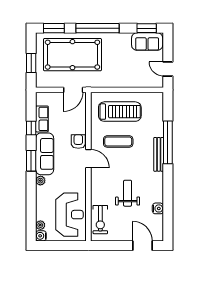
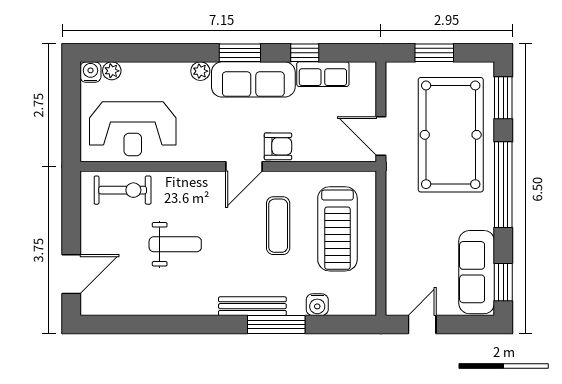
sofa: (147, 42) -> (477, 272), width x1.36
window: (168, 142) -> (276, 325), width x0.68
water cooler: (158, 208) -> (317, 305), moved
exercise bike: (100, 220) -> (123, 190), turned 180

